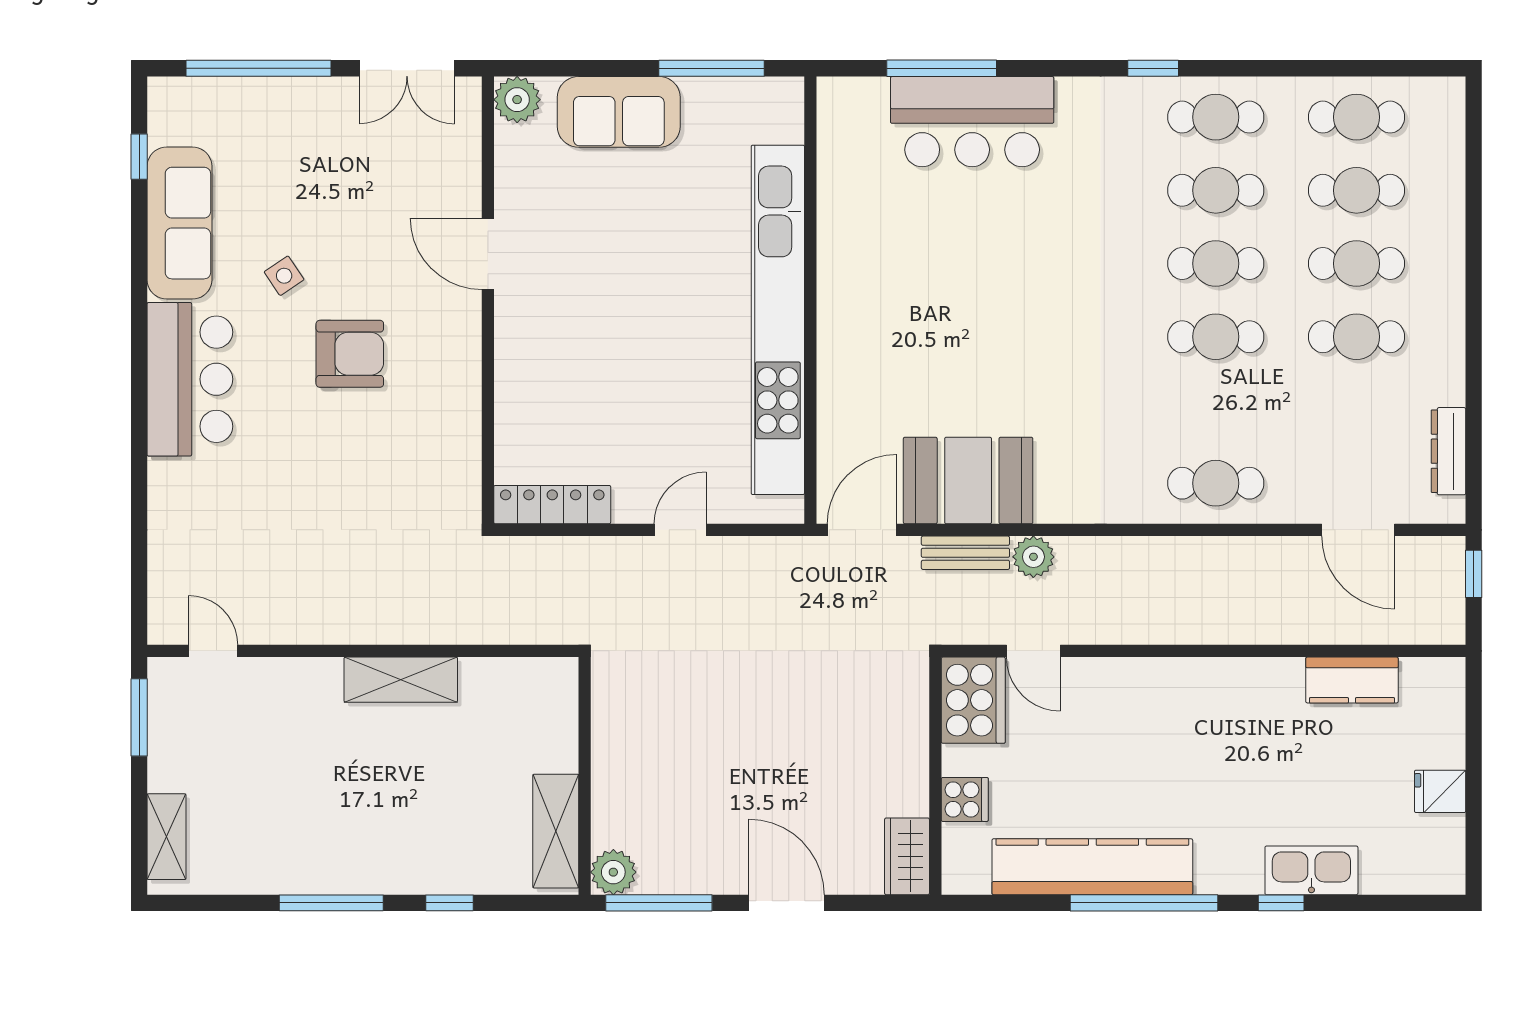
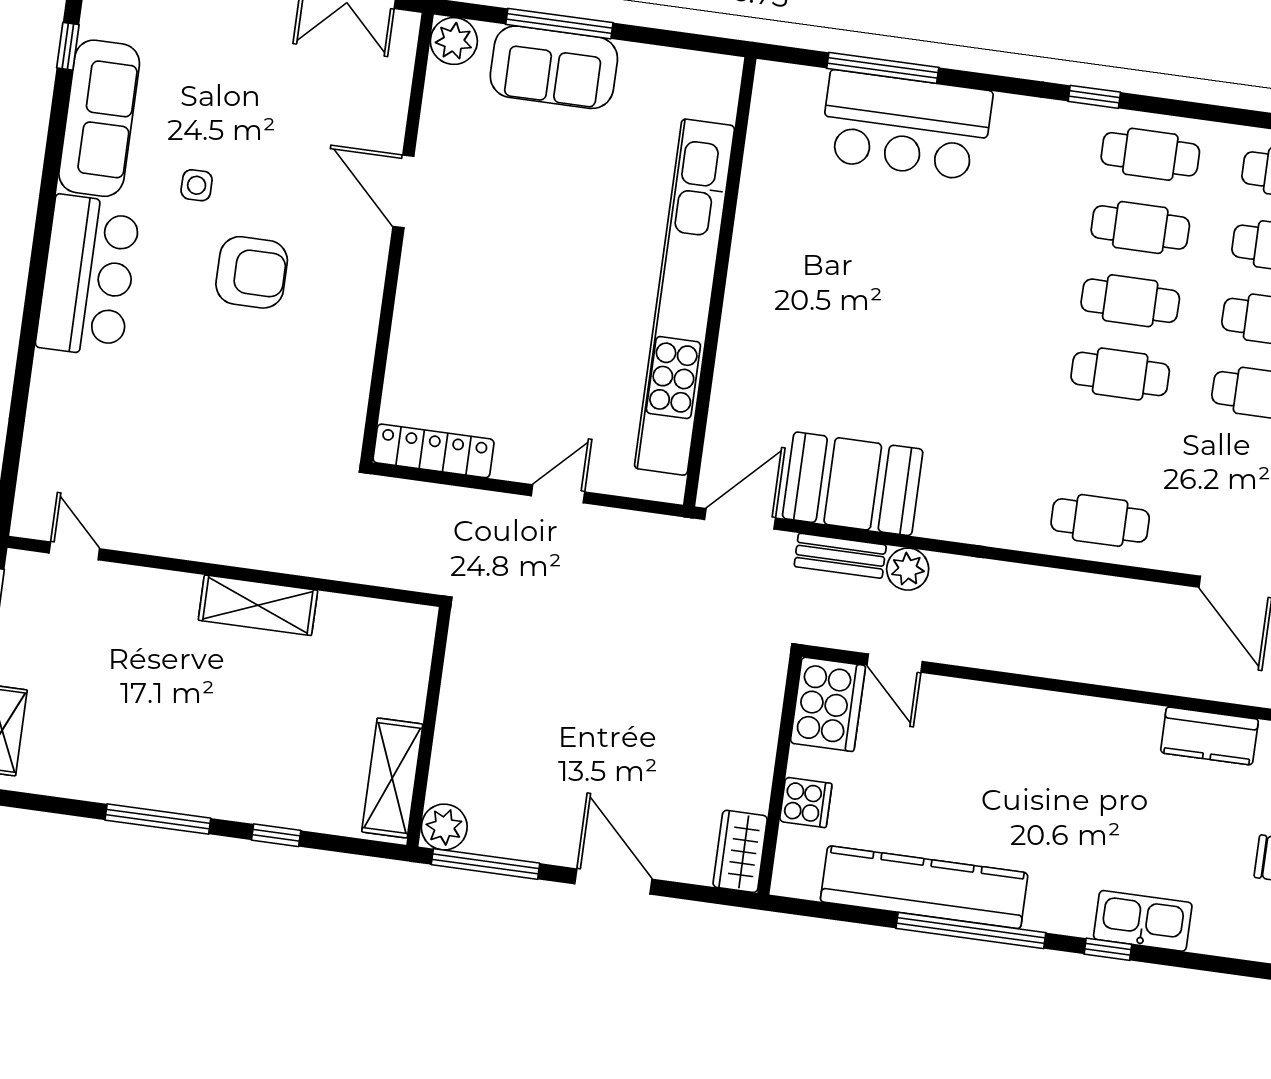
window: (711, 68) -> (559, 24), moved
side table: (284, 276) -> (197, 185), turned 34

